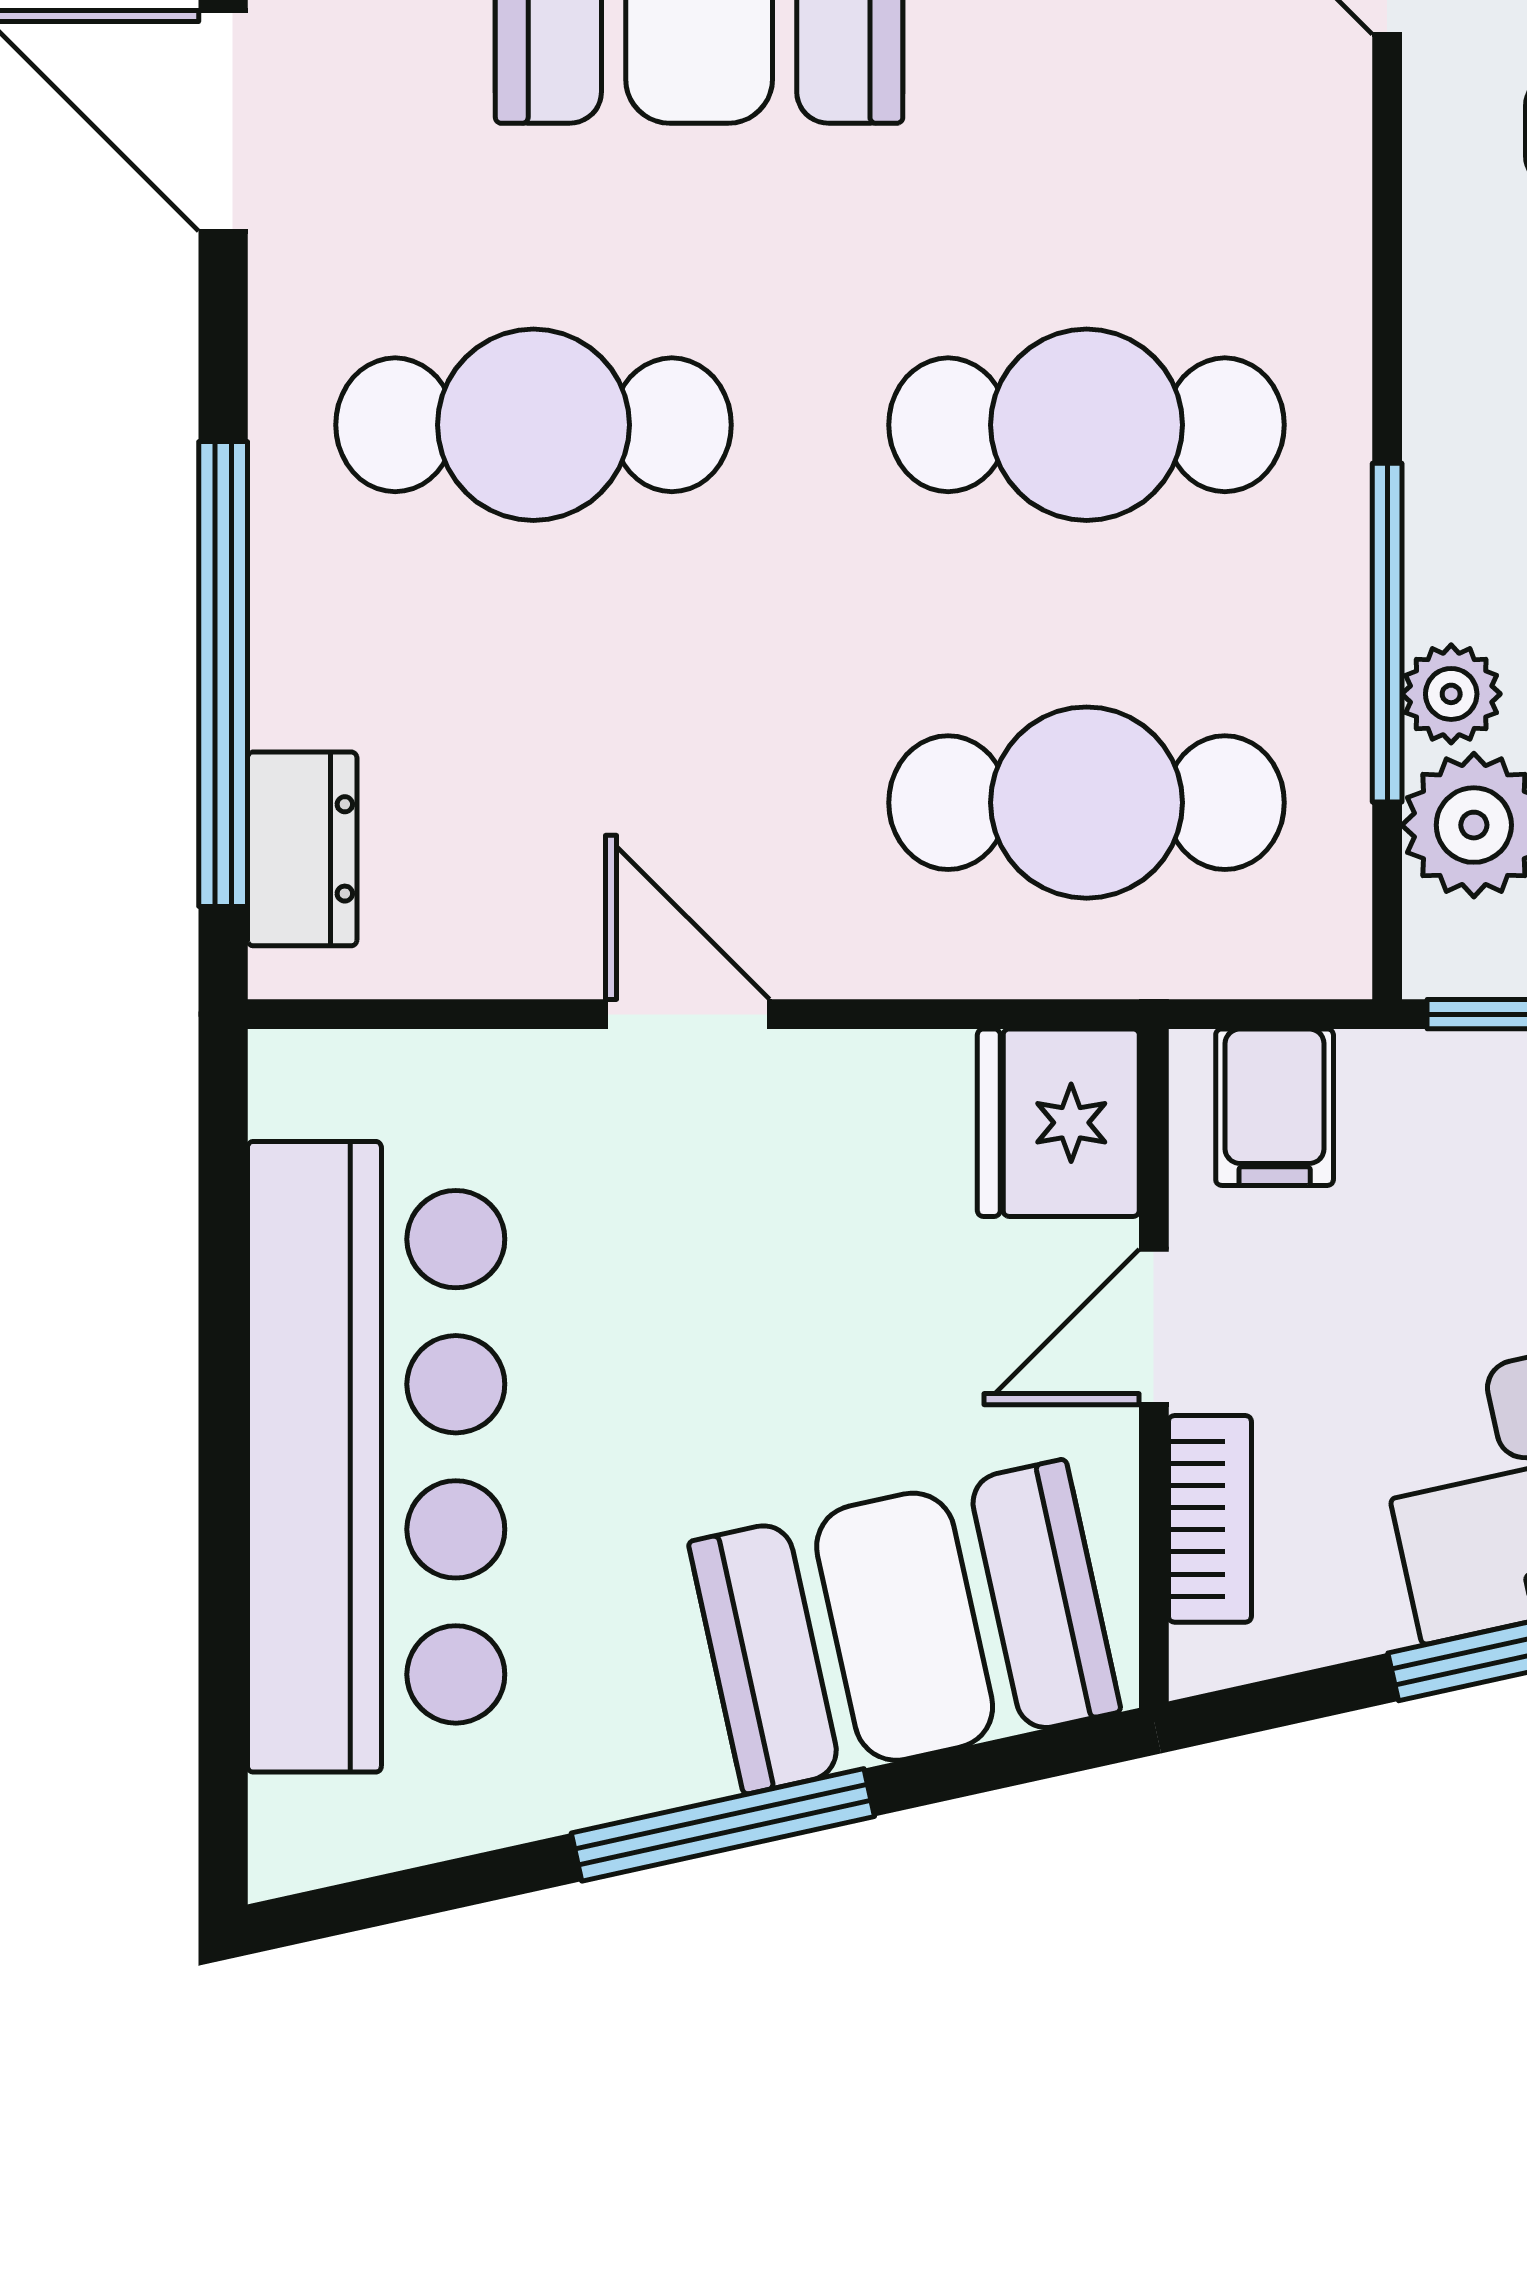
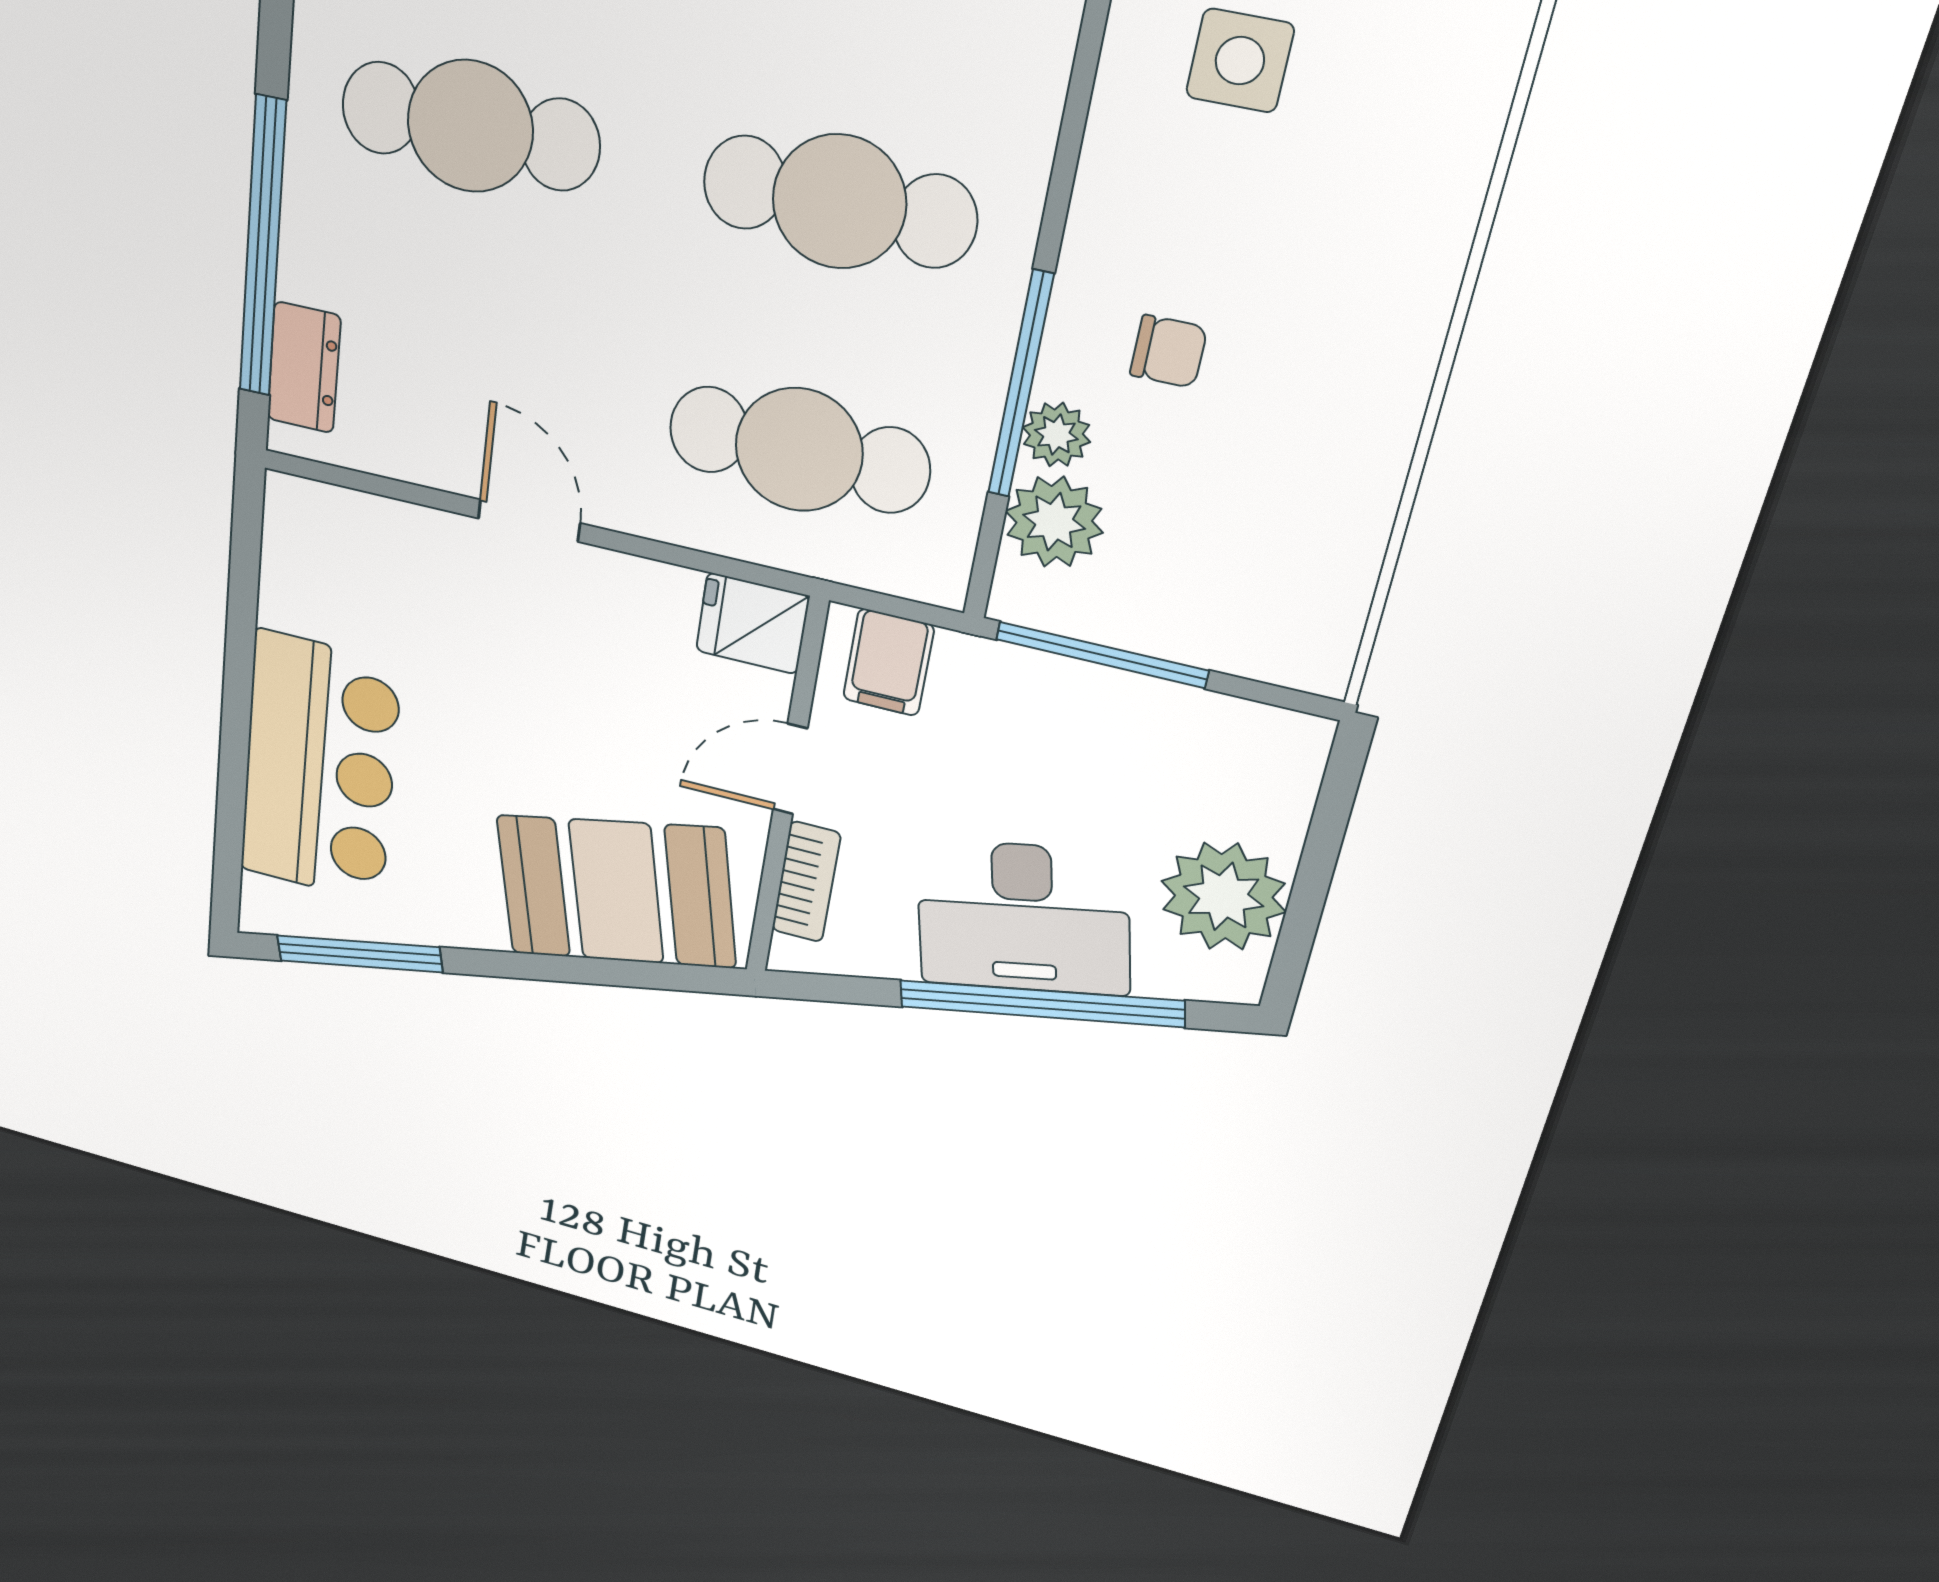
fridge: (1058, 1123) -> (752, 623), width x0.72
bar counter: (376, 1457) -> (319, 769), width x0.73
window: (723, 1825) -> (359, 954), moved

